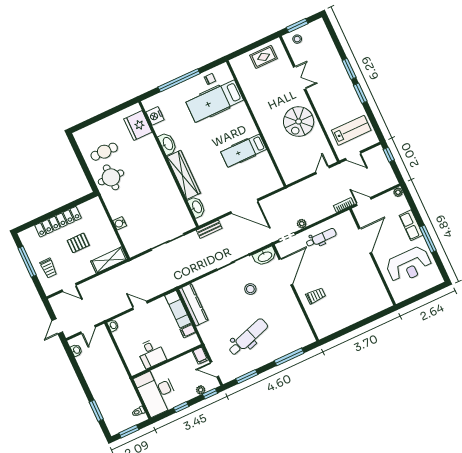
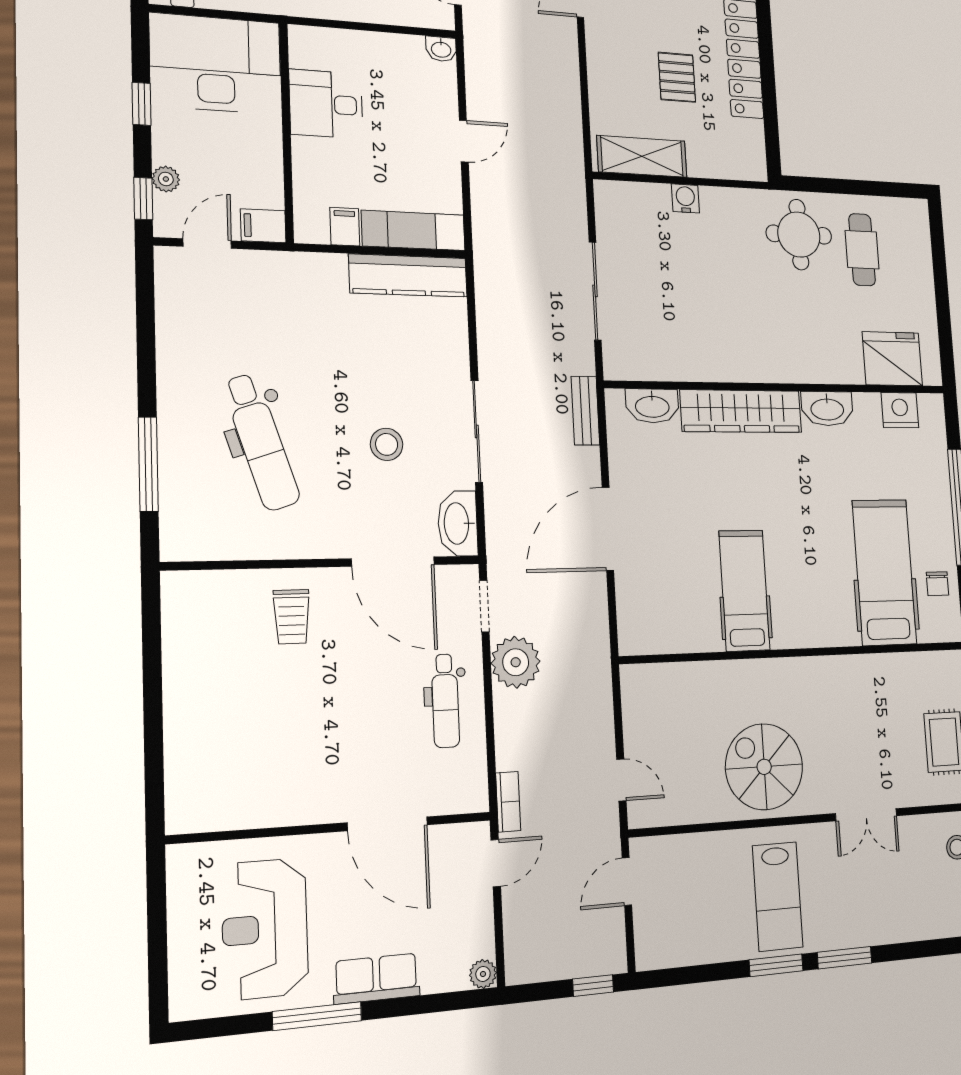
lab bench: (351, 130) -> (778, 896), moved
plant: (302, 224) -> (516, 662), width x1.87, depth x1.87
shelving: (109, 260) -> (642, 156), moved, turned 90
dental chair: (248, 337) -> (261, 442), moved
window: (247, 377) -> (146, 320), removed

